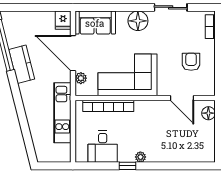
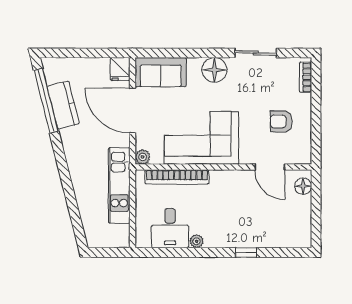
armchair: (191, 62) -> (281, 121), turned -90
kitchen counter: (22, 64) -> (63, 105), moved
plant: (81, 78) -> (143, 157), moved
plant: (140, 157) -> (197, 241), moved
window: (128, 166) -> (246, 252), moved

